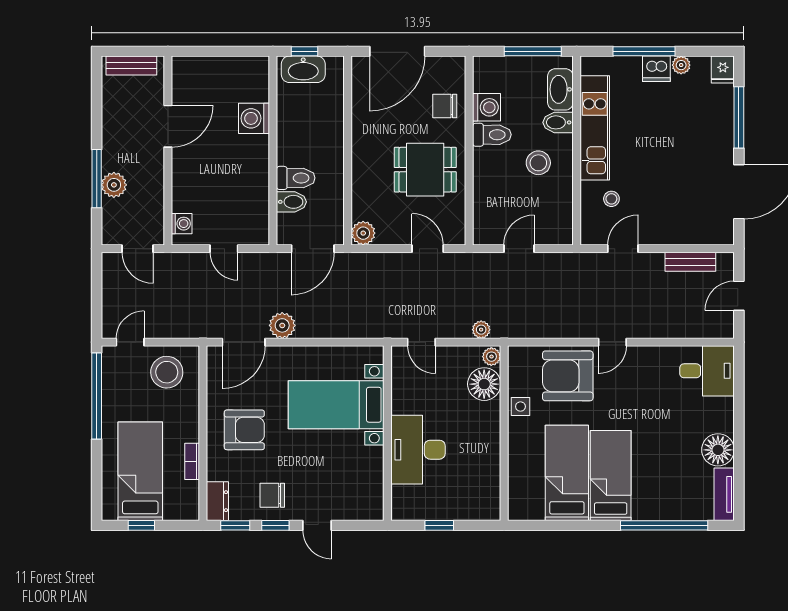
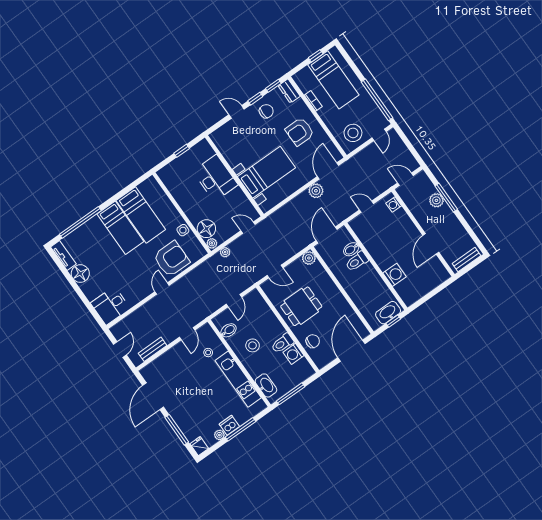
bidet: (558, 122) -> (229, 330), moved

